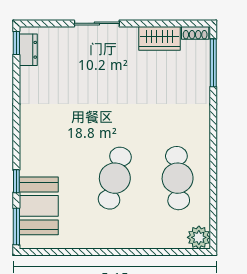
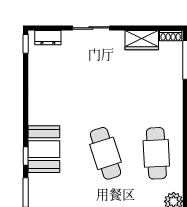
dresser: (28, 50) -> (48, 38), moved, turned 90
cafe table: (115, 178) -> (105, 153), turned -33
booth: (39, 206) -> (44, 149), moved

